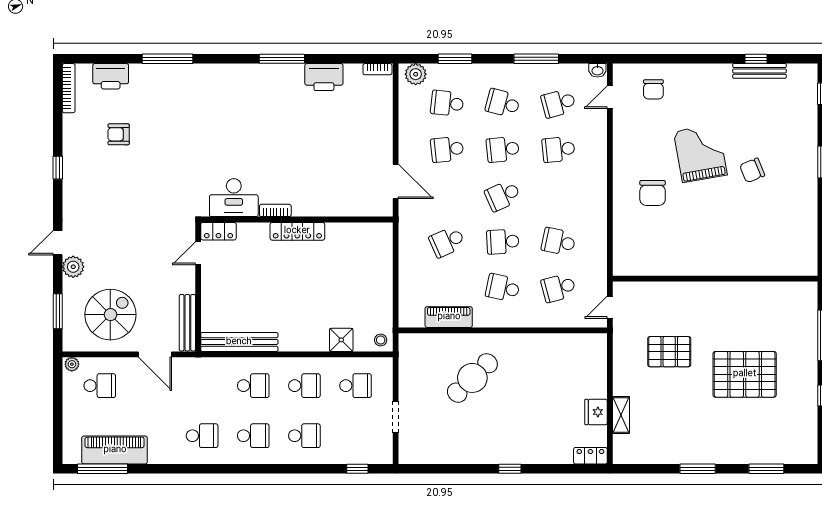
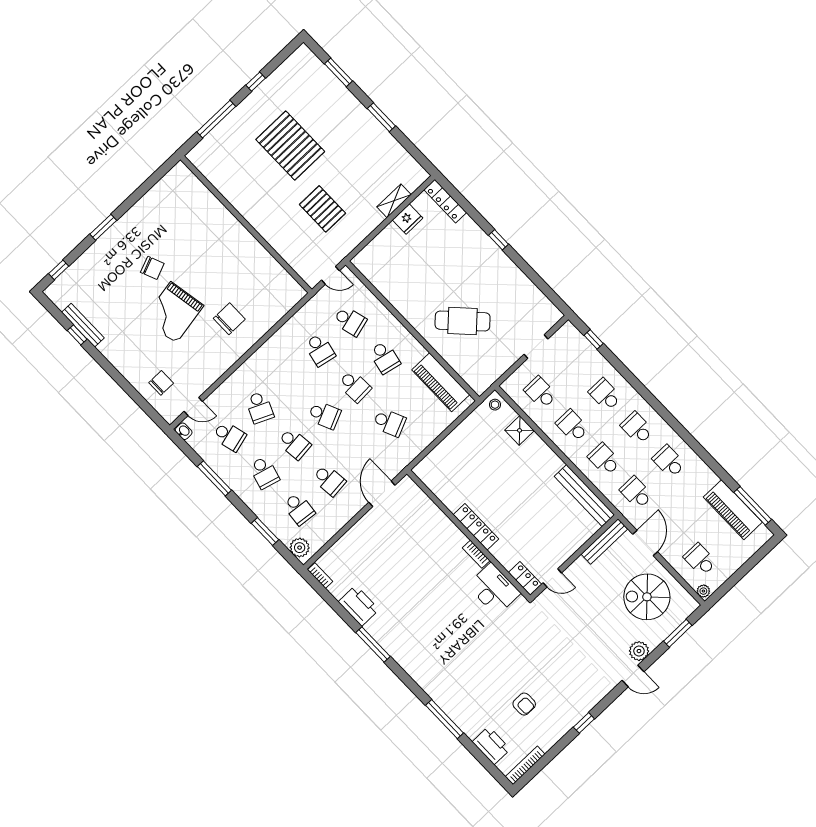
school desk: (558, 149) -> (260, 407), turned 30
piano: (449, 317) -> (441, 382), width x1.37, depth x1.33
school desk: (202, 386) -> (636, 493), added
locker: (590, 456) -> (445, 201), width x1.53

